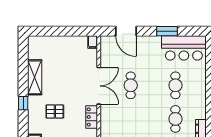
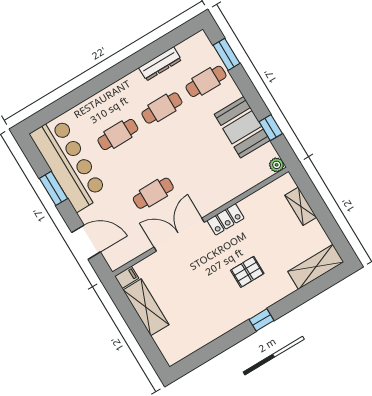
door: (126, 31) -> (86, 242), hinge flipped
bar counter: (184, 48) -> (69, 164), width x1.36
shelving: (35, 77) -> (146, 307), moved, turned 90
pallet: (55, 111) -> (247, 272), turned 90

